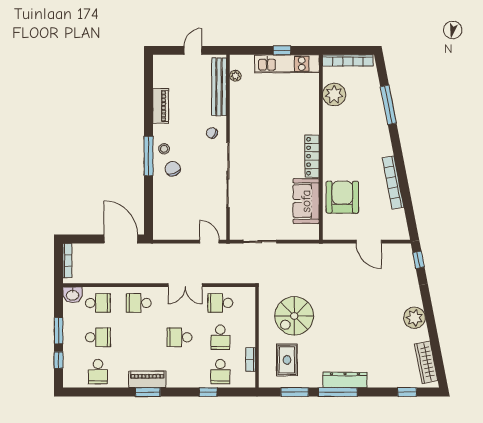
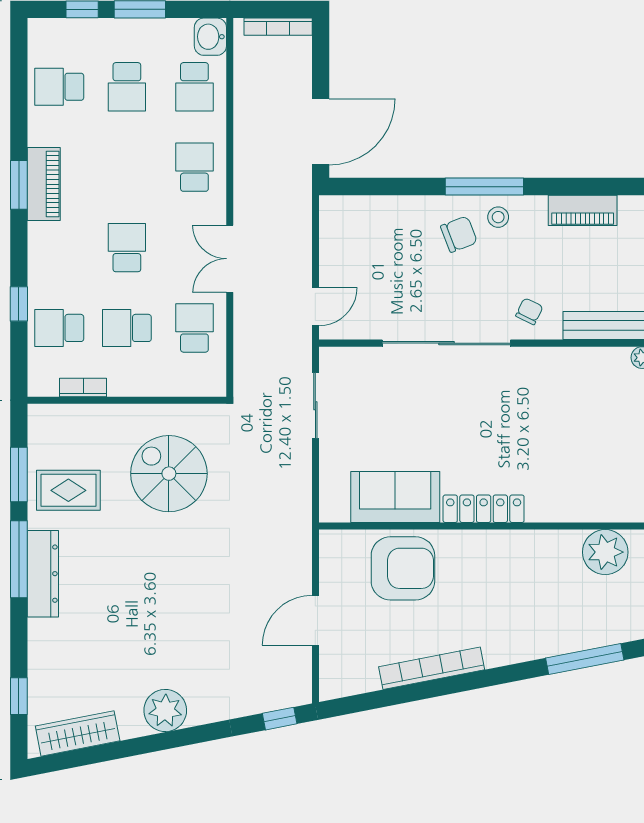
rug: (287, 360) -> (68, 490), moved

